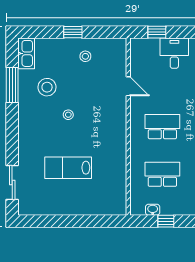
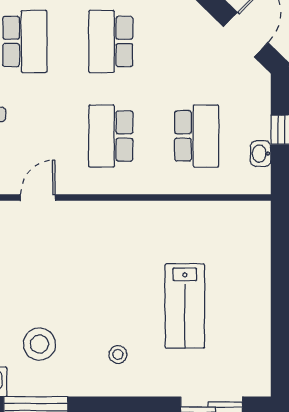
stool: (68, 115) -> (118, 354), moved
school desk: (162, 174) -> (197, 136), turned 180

